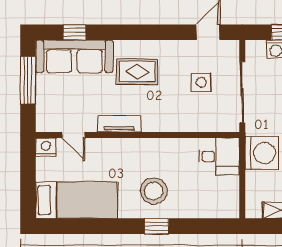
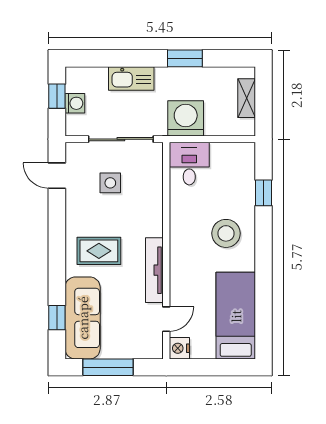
rug: (137, 72) -> (99, 251), turned 90
tv unit: (119, 124) -> (154, 270), width x1.41
window: (157, 226) -> (263, 193), moved

